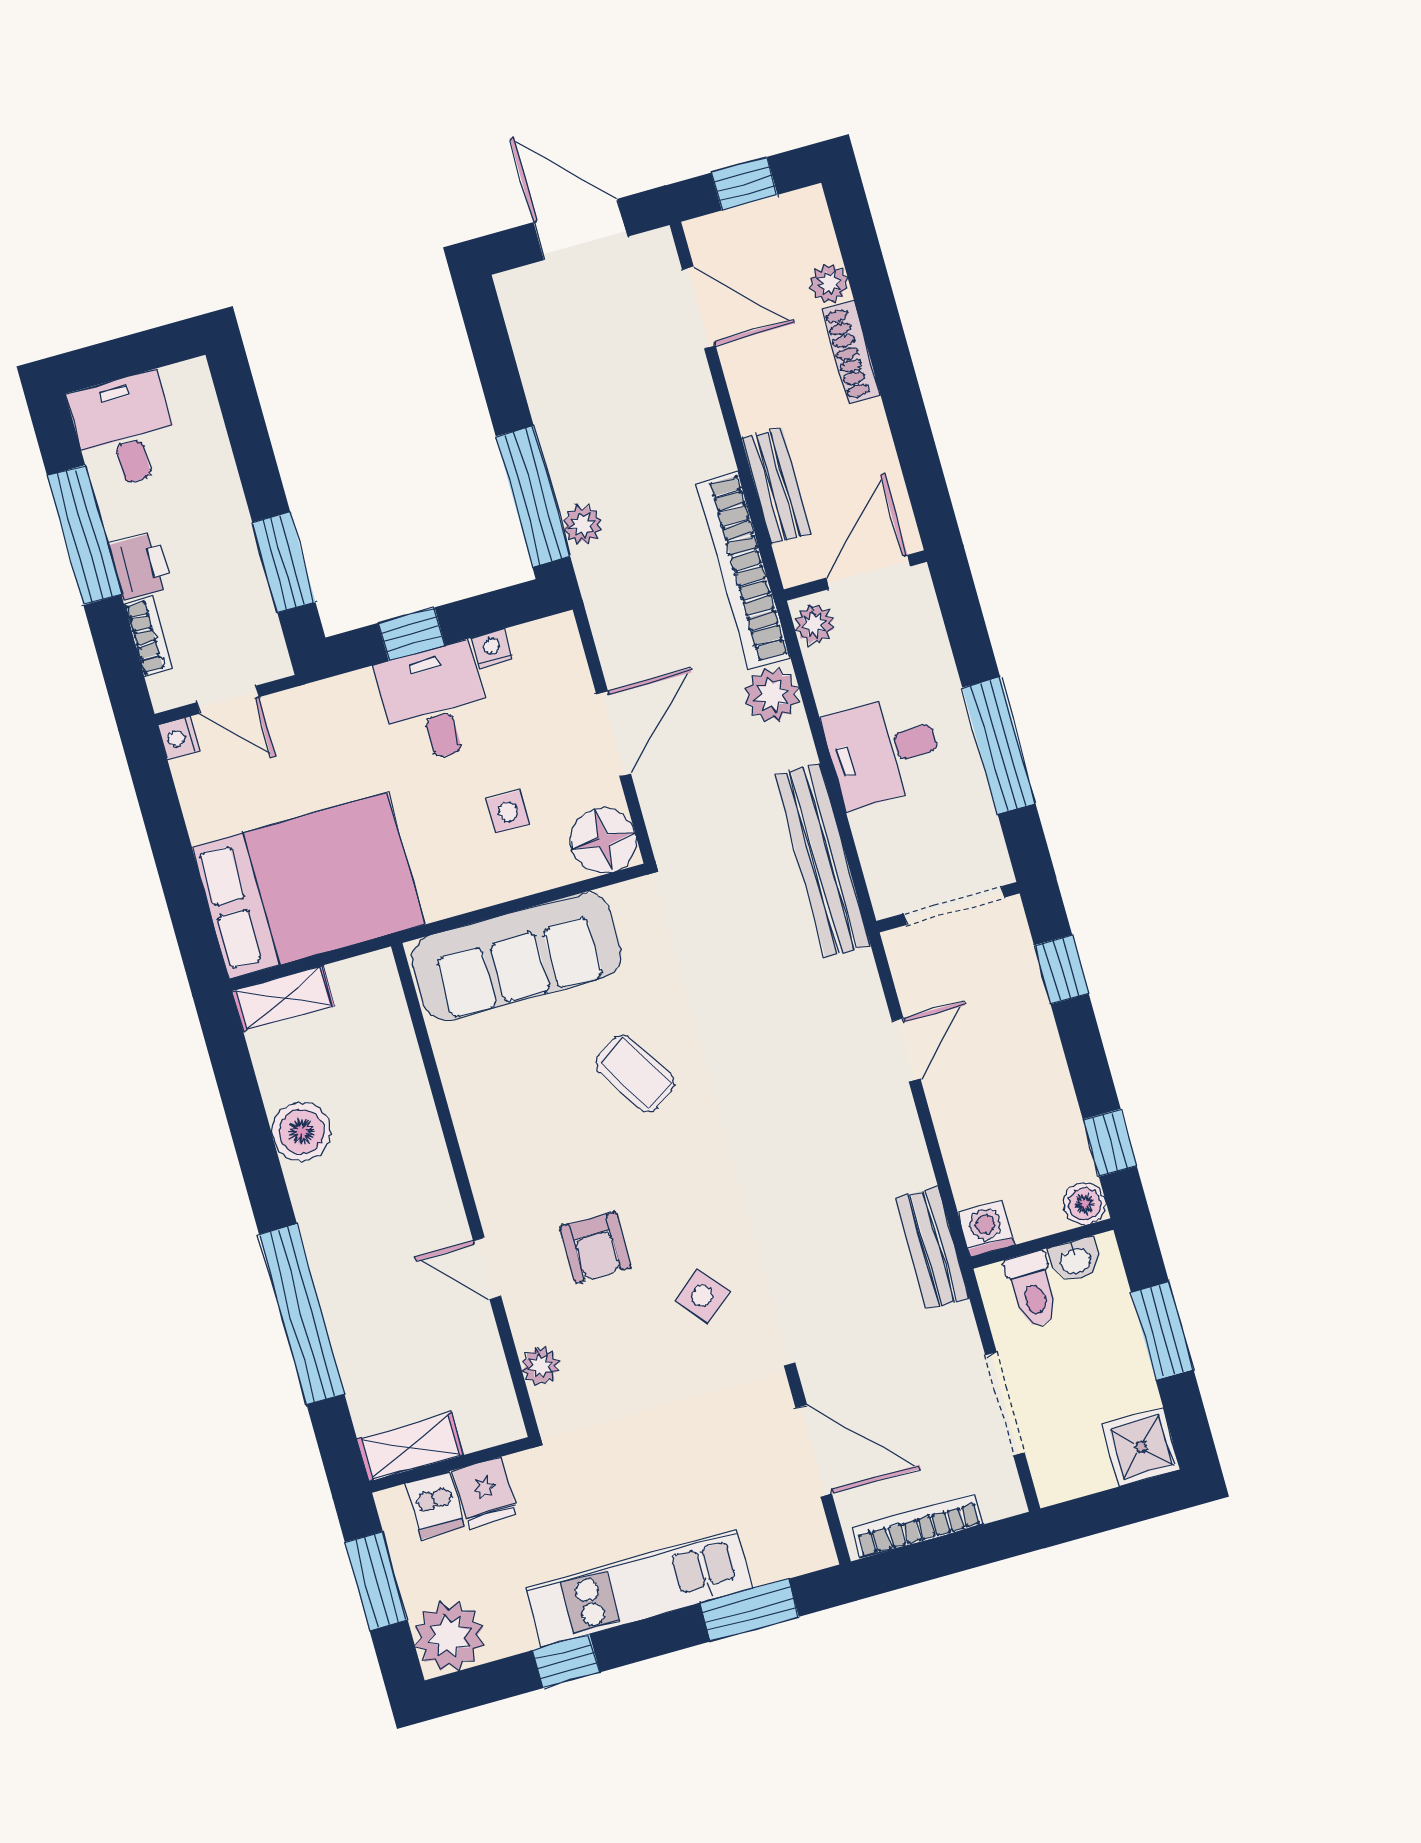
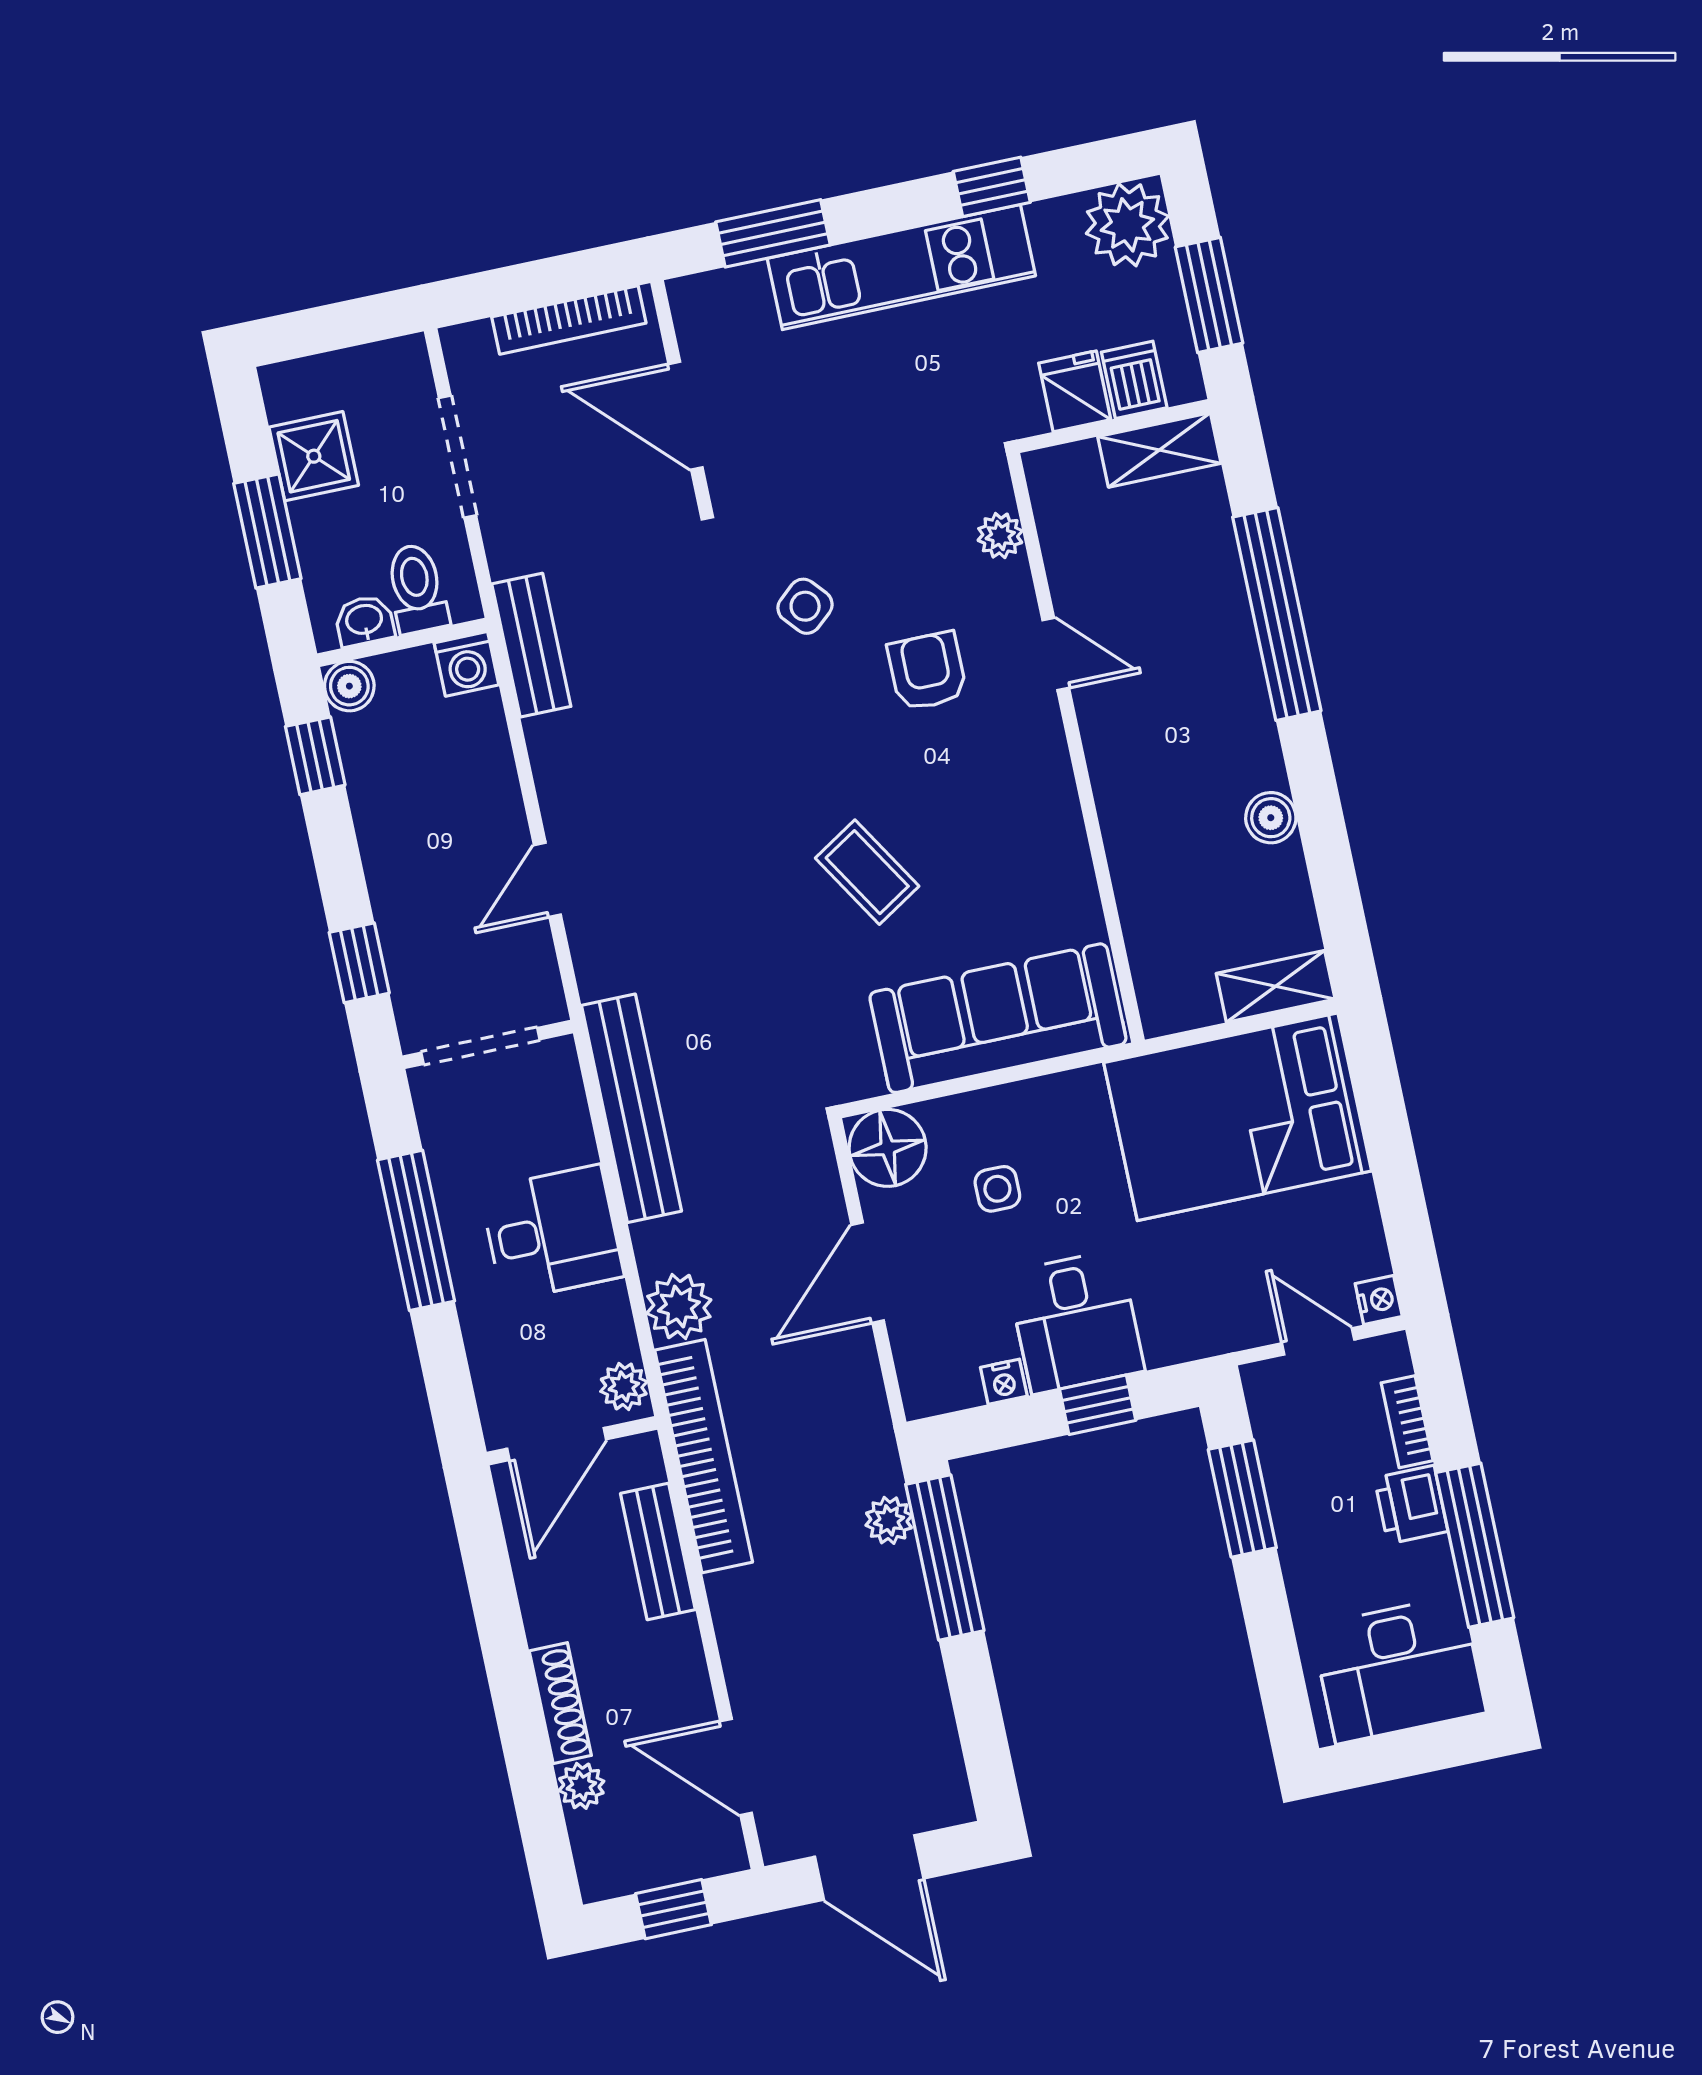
desk: (125, 431) -> (1399, 1669), width x1.37
boiler: (301, 1132) -> (1271, 818), width x0.73, depth x0.73
shower: (1141, 1447) -> (314, 456), moved

